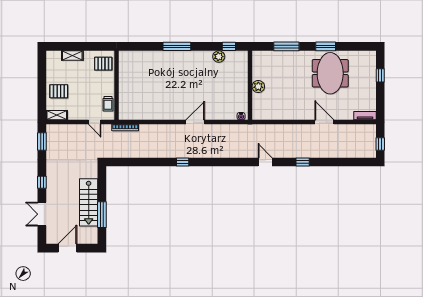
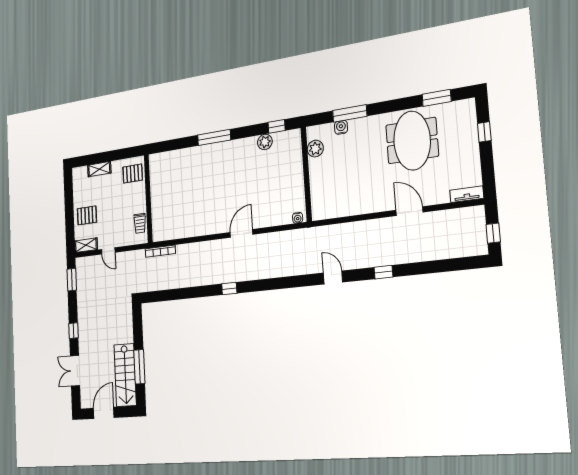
window: (326, 46) -> (437, 98), moved
water cooler: (279, 55) -> (341, 127), added
plant: (258, 87) -> (315, 149), moved
door: (95, 122) -> (108, 251), moved
stairs: (89, 202) -> (125, 375), moved

